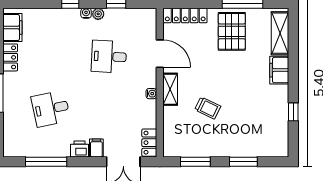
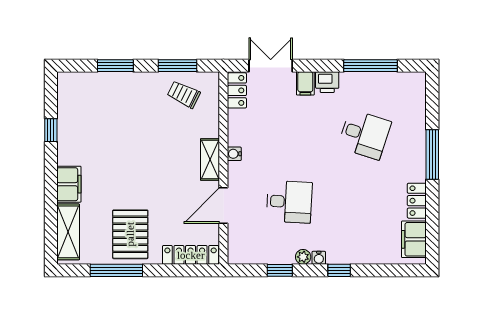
door: (160, 54) -> (223, 206), hinge flipped
trolley: (208, 108) -> (184, 94), moved
desk: (51, 109) -> (364, 134), turned 30

